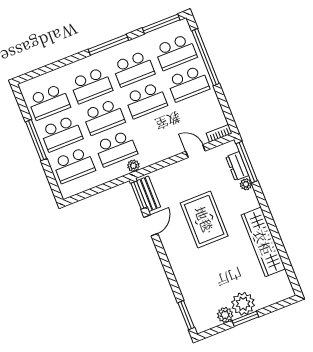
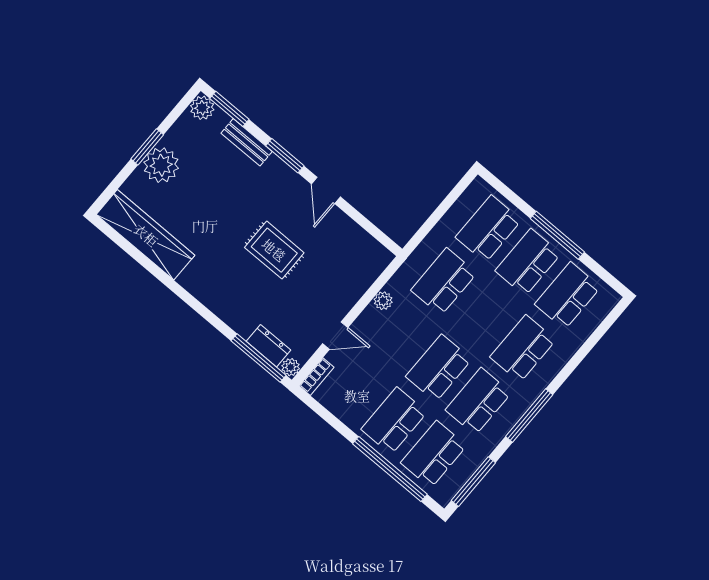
school desk: (104, 117) -> (483, 315), removed
plant: (133, 166) -> (383, 301), moved
plant: (246, 184) -> (291, 367), moved
bench: (149, 194) -> (247, 142), moved
window: (139, 195) -> (285, 156), moved
rug: (204, 219) -> (274, 250), width x0.73, depth x0.70
door: (151, 225) -> (326, 190), moved
wardrobe: (263, 242) -> (146, 235), moved
plant: (225, 315) -> (202, 108), moved

